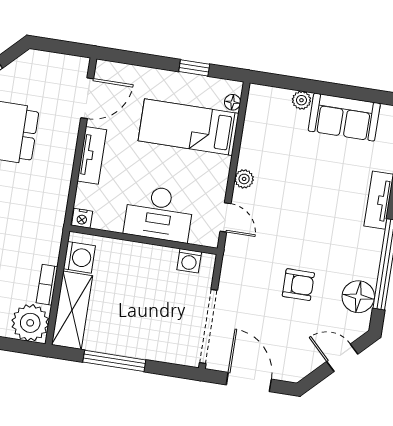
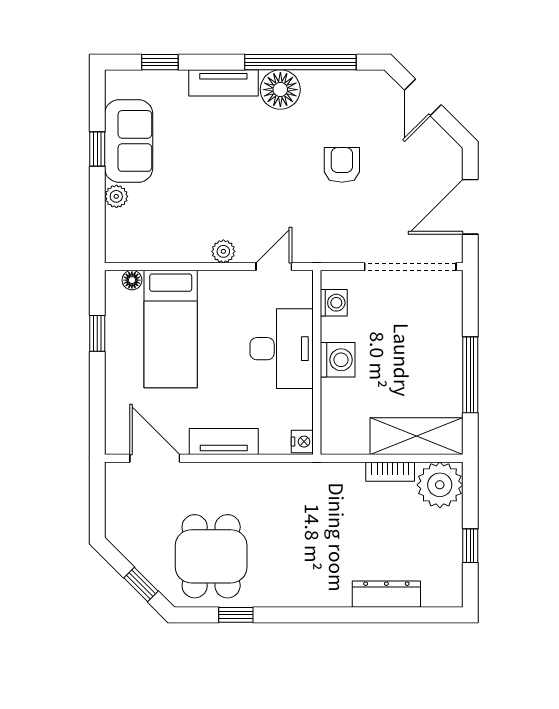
window: (342, 91) -> (97, 149), added
washing machine: (79, 257) -> (338, 360), moved, turned 90
floor lamp: (358, 297) -> (280, 90), moved

